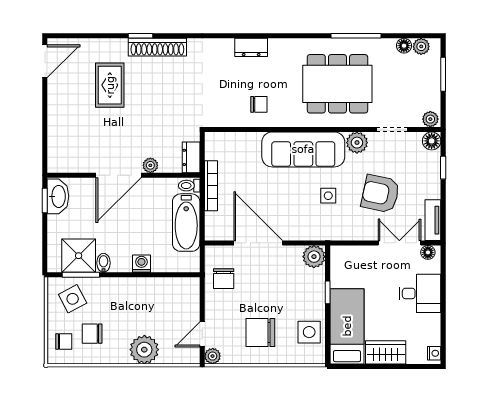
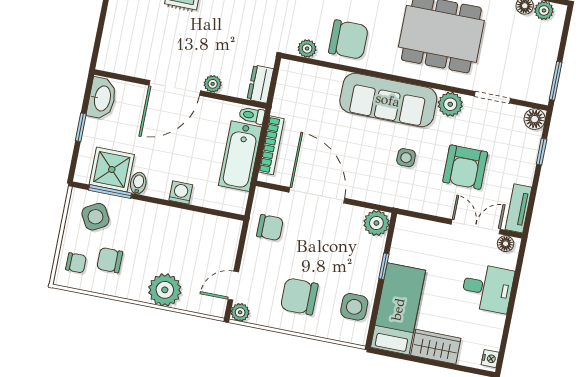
window: (443, 74) -> (556, 81), moved
chair: (259, 104) -> (348, 40), width x1.87, depth x1.87
plant: (430, 119) -> (307, 49), moved
bookcase: (211, 186) -> (271, 145), moved
armchair: (380, 194) -> (465, 167), turned -102
window: (45, 201) -> (81, 127), moved
chair: (224, 279) -> (270, 228), turned -90

